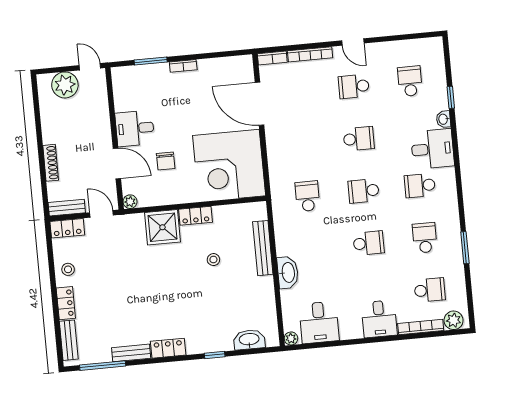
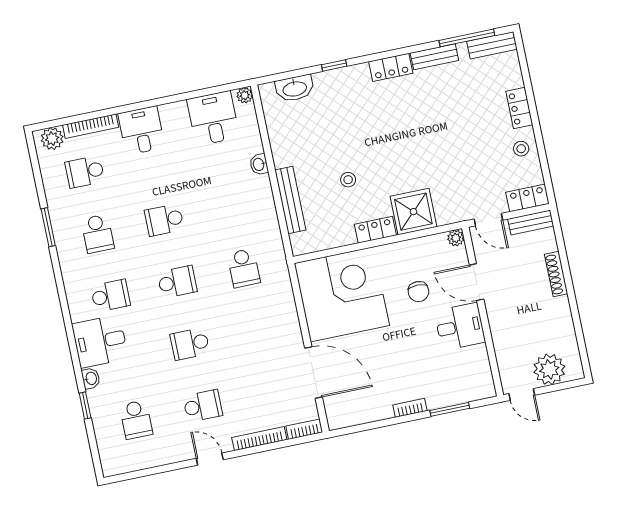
chair: (166, 161) -> (418, 292), turned 180
washbasin: (288, 273) -> (259, 164), width x0.52, depth x0.69
bench: (69, 340) -> (492, 45), moved, turned 90

